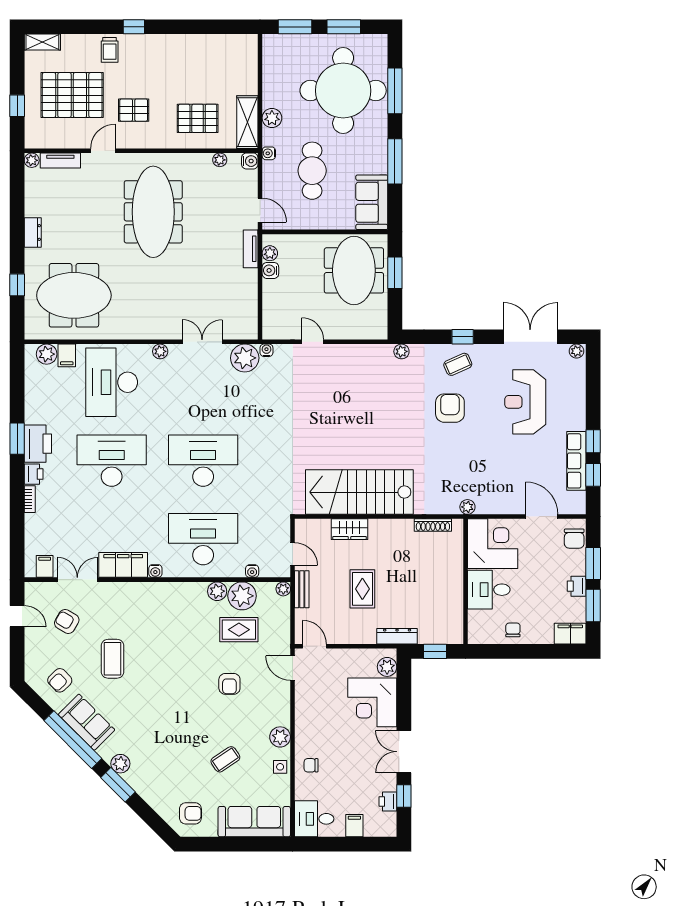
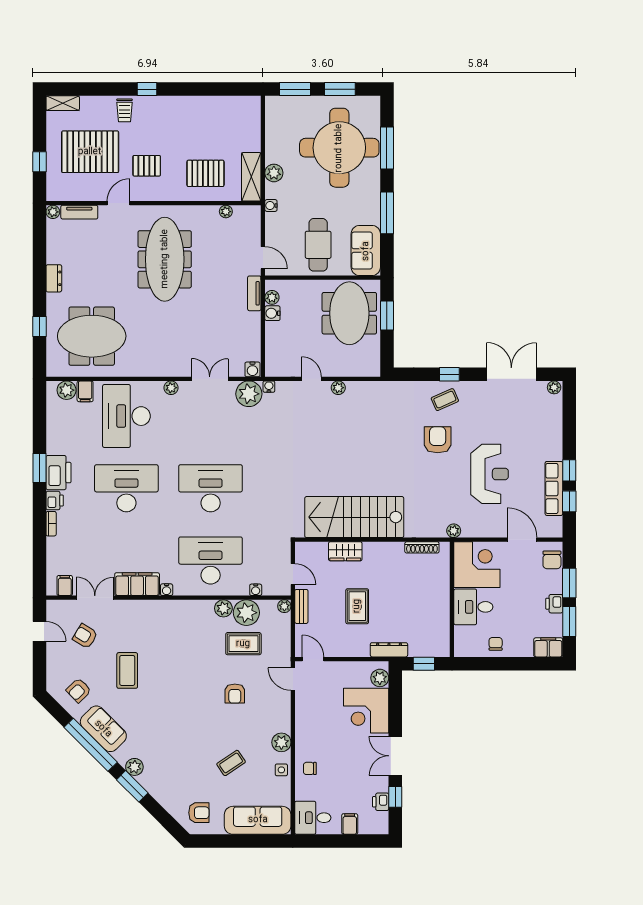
water cooler: (250, 161) -> (252, 369), moved, turned 90
cafe table: (312, 171) -> (318, 245), moved
plant: (401, 351) -> (338, 388), moved
reception desk: (525, 402) -> (489, 474), moved, turned 180

